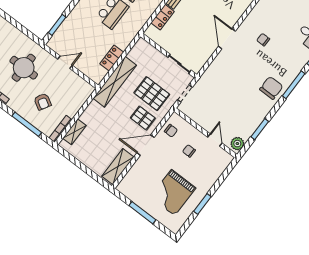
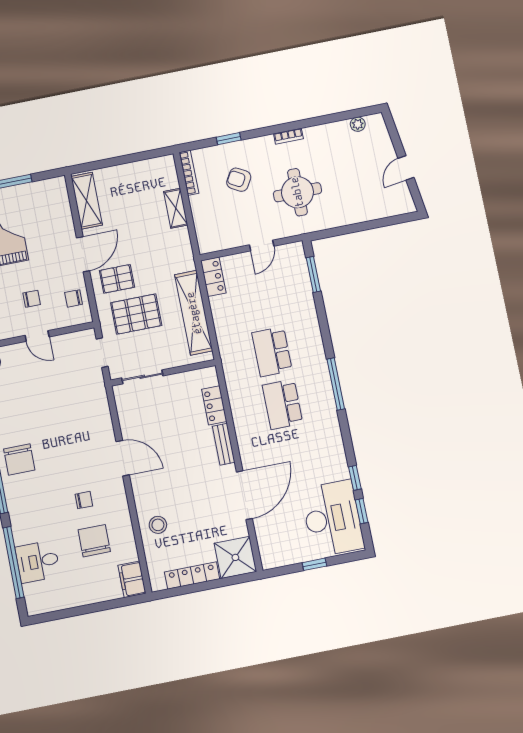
chair: (278, 17) -> (94, 541), added
locker: (112, 58) -> (213, 277), moved
shelving: (115, 82) -> (194, 313), moved
window: (27, 124) -> (229, 139), width x0.46
shelving: (74, 132) -> (176, 208), moved
door: (215, 140) -> (37, 336), moved

